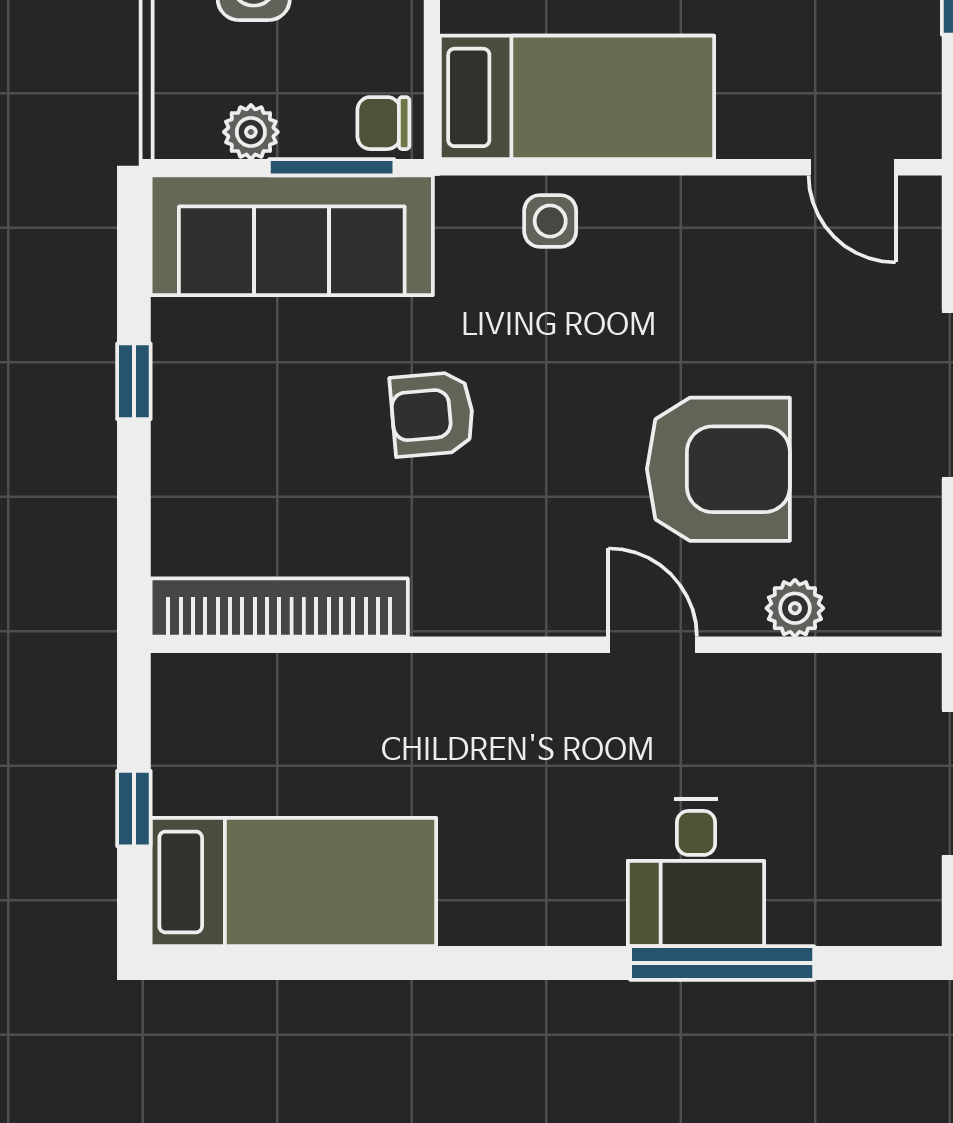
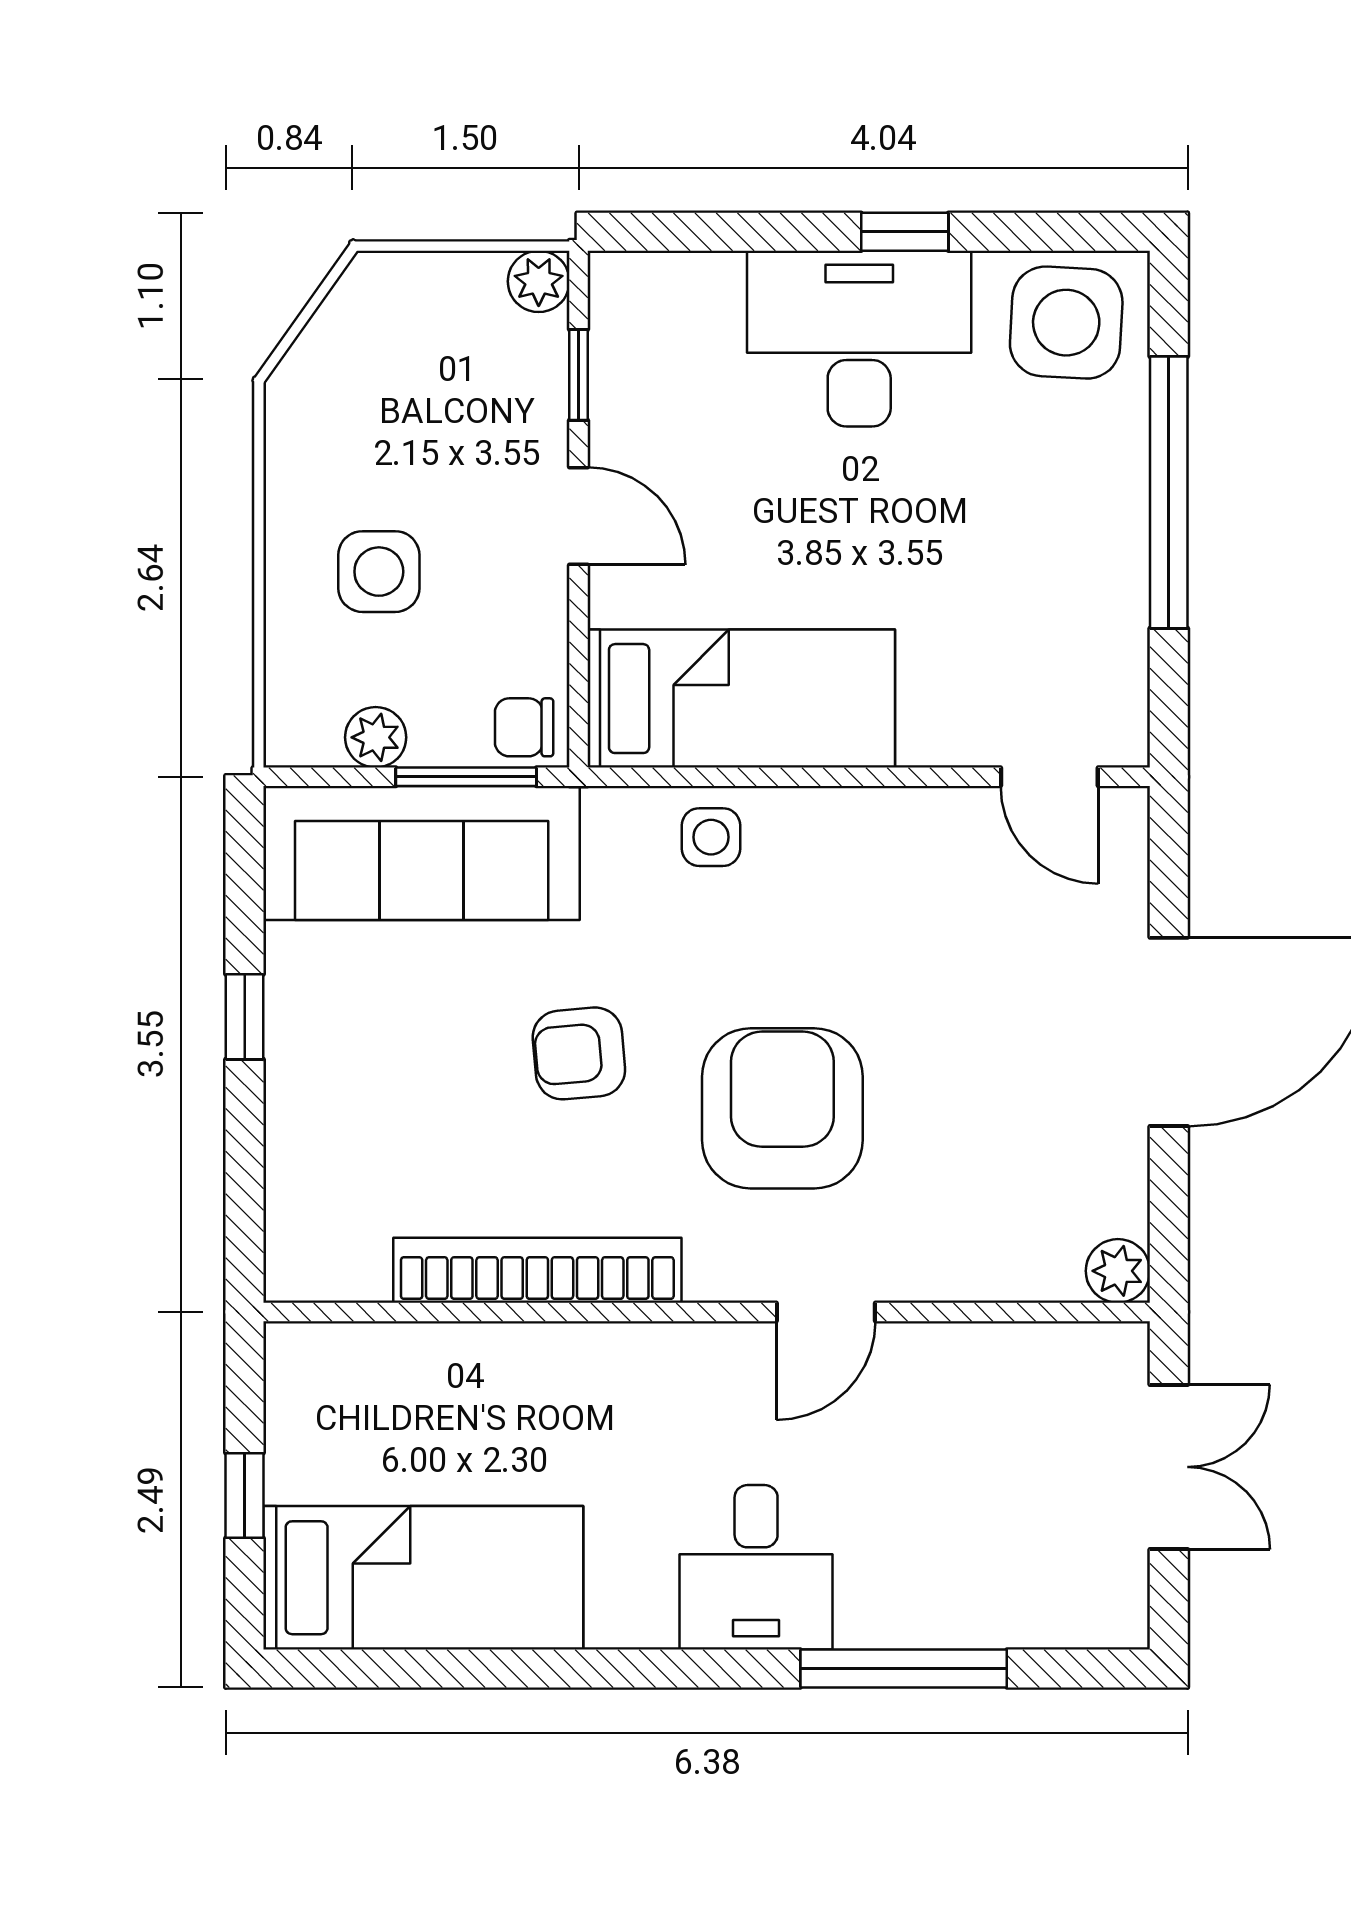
armchair: (718, 469) -> (782, 1108), moved, turned -90
bookcase: (279, 608) -> (537, 1270), moved
plant: (795, 608) -> (1118, 1271), moved
door: (653, 645) -> (826, 1312), swing flipped
desk: (696, 873) -> (756, 1567), moved

